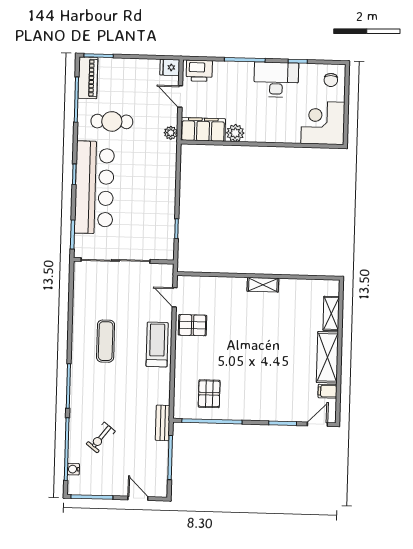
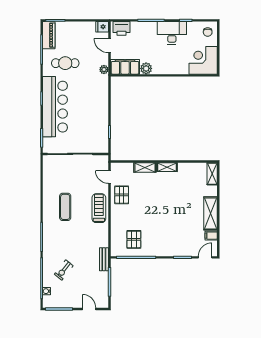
shelving: (229, 284) -> (145, 168), added
shelving: (331, 313) -> (212, 174), moved
pallet: (192, 325) -> (122, 195), turned 90

